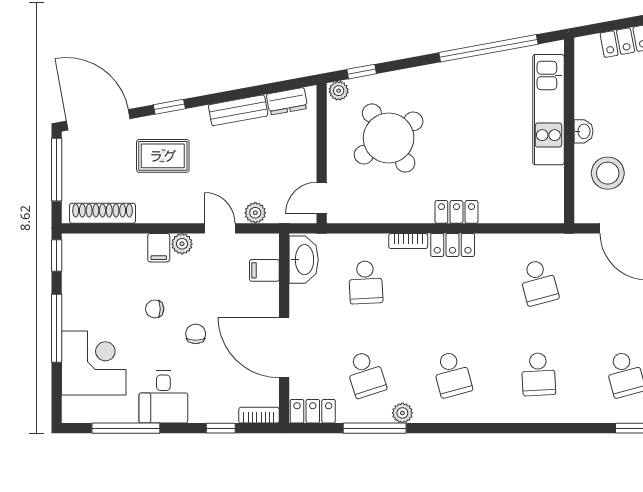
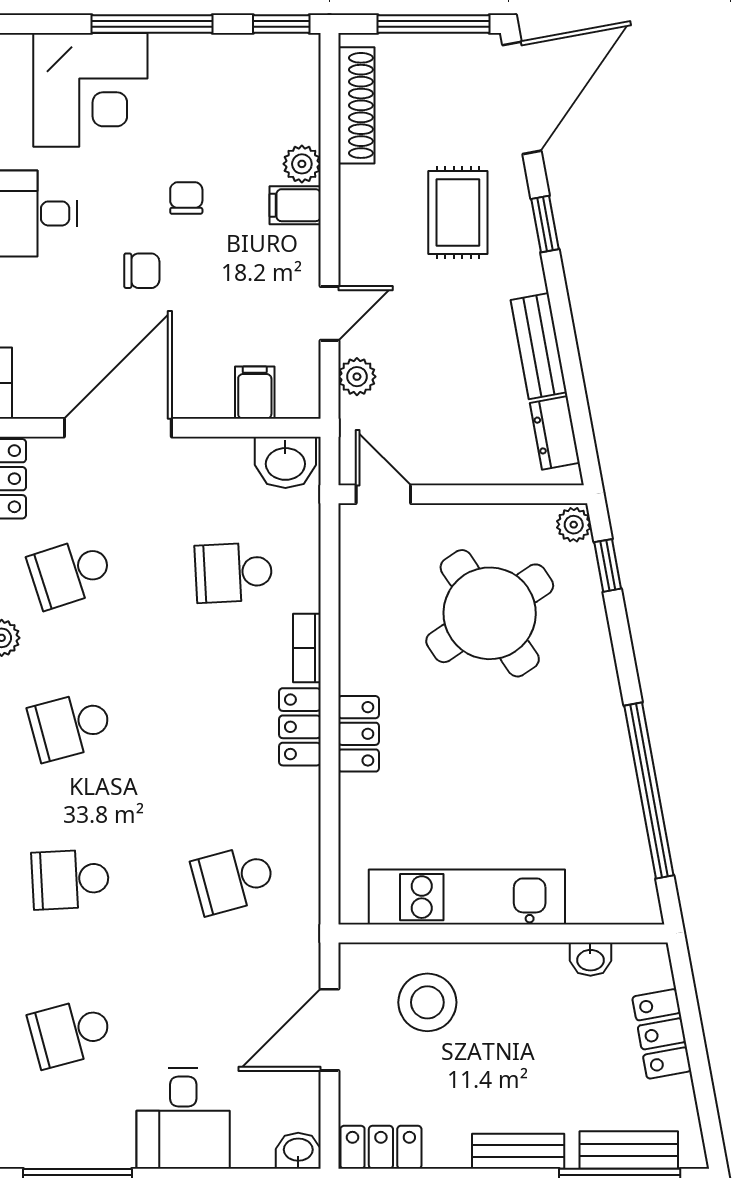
kitchen unit: (548, 110) -> (467, 897), moved
washbasin: (583, 131) -> (590, 959), moved
plant: (182, 244) -> (302, 164), moved
washbasin: (304, 260) -> (285, 462), width x0.72

